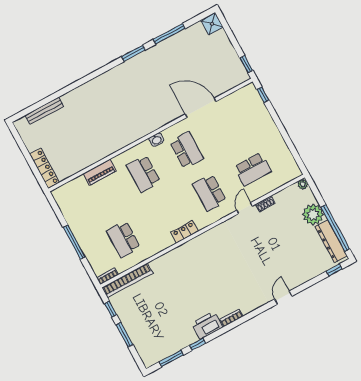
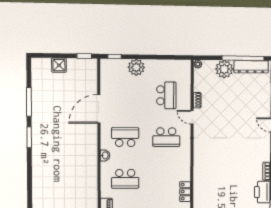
shower: (212, 24) -> (59, 65), moved
plant: (264, 123) -> (136, 67), added
locker: (185, 232) -> (185, 192), moved

